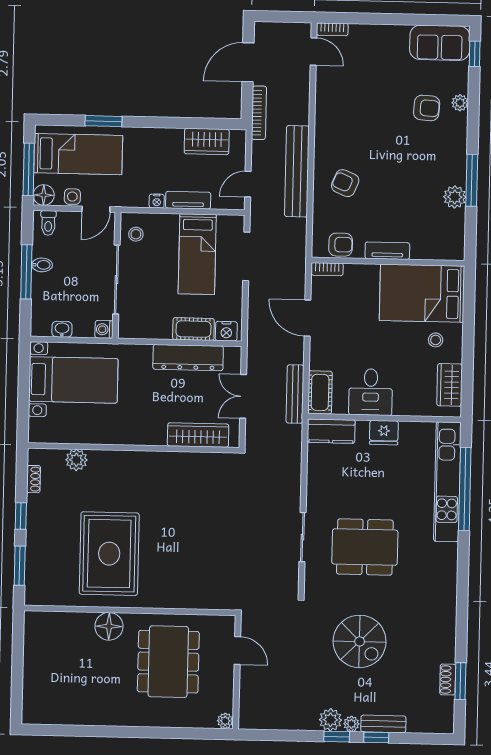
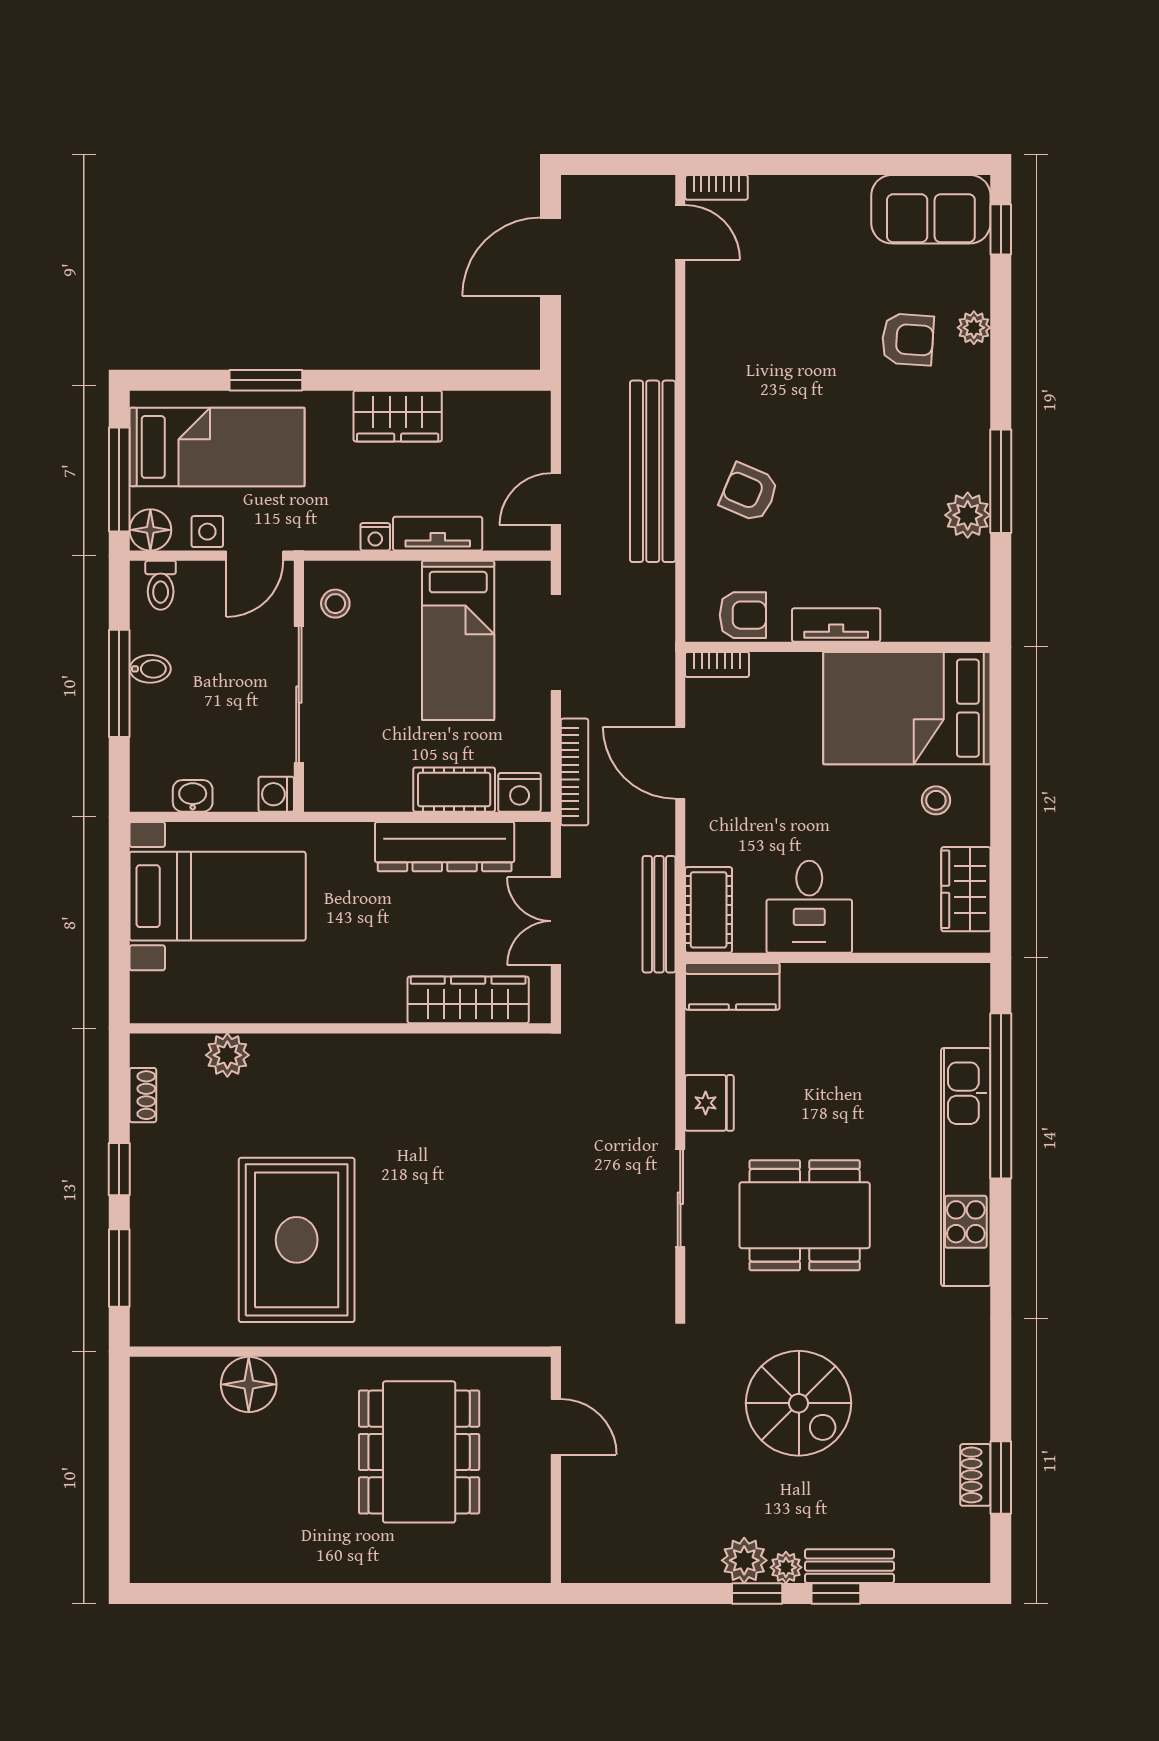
bookcase: (259, 113) -> (575, 772), moved
wardrobe: (207, 142) -> (398, 416), moved
fridge: (384, 433) -> (709, 1103), moved, turned -90
kitchen unit: (447, 482) -> (966, 1167), moved
floor lamp: (109, 626) -> (249, 1384), moved
plant: (225, 721) -> (535, 1567), removed

